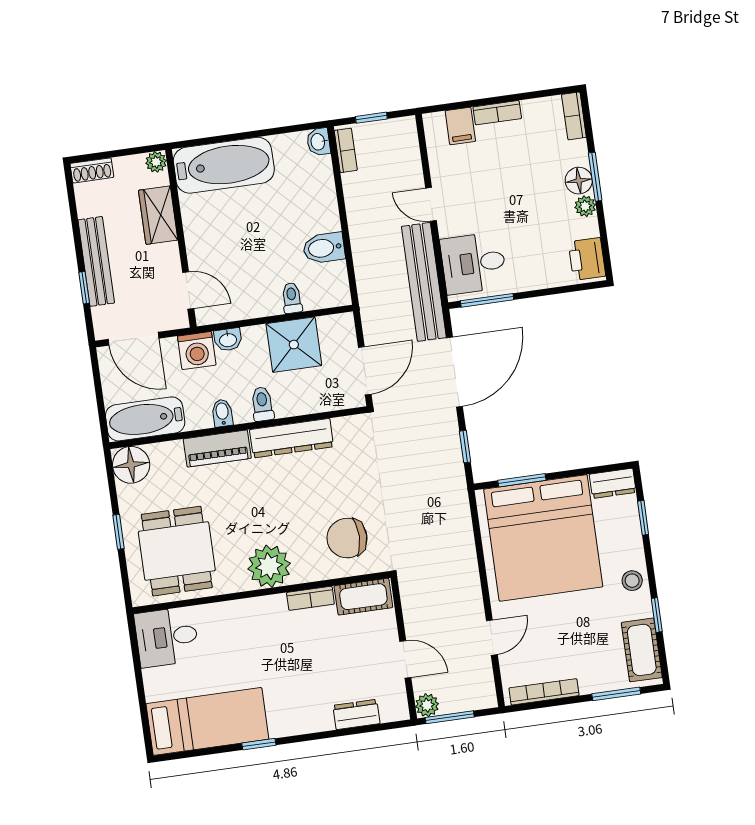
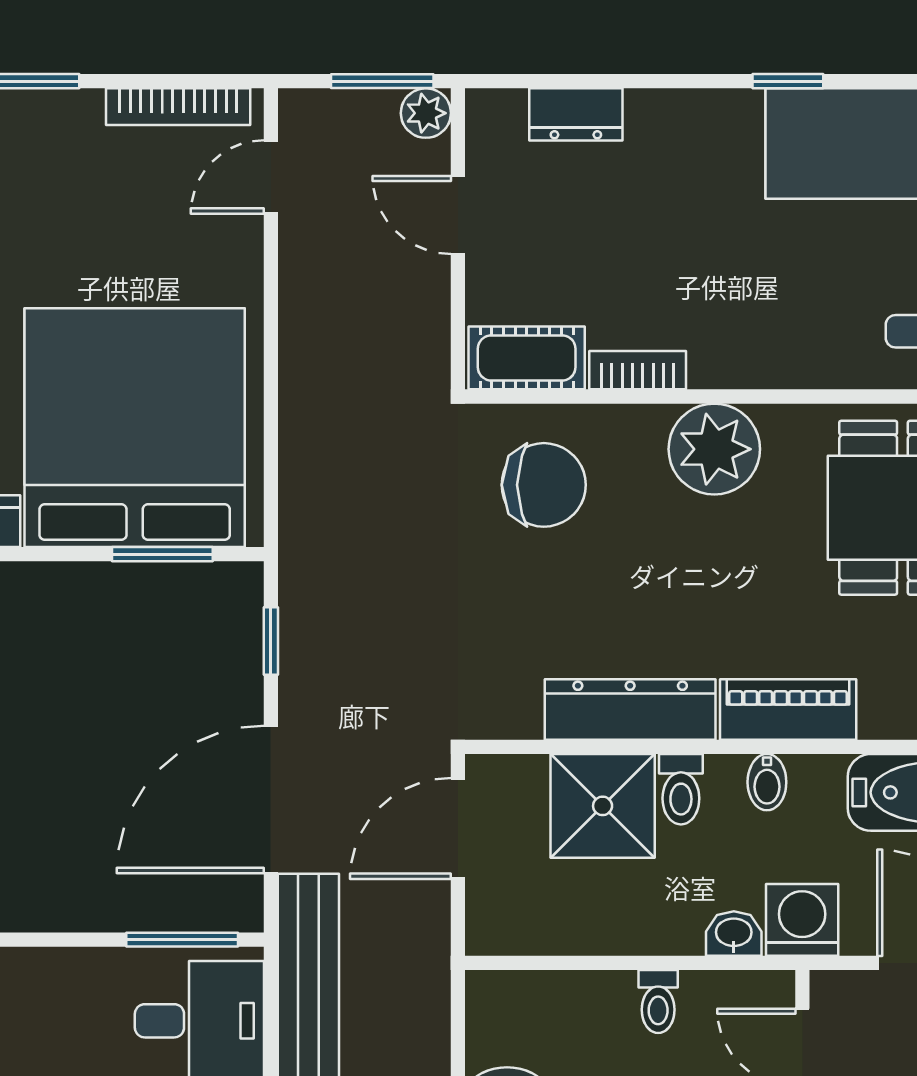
toilet: (292, 298) -> (658, 1002), moved
shower: (294, 345) -> (603, 806), moved
door: (492, 638) -> (271, 177), moved

